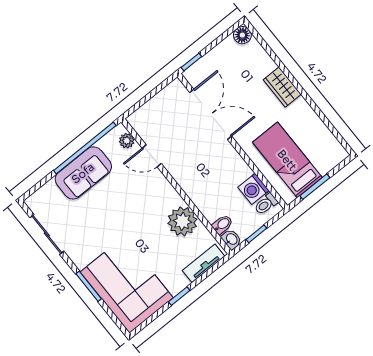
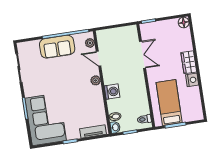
nightstand: (301, 109) -> (192, 80), added
double door: (211, 114) -> (143, 55), width x0.73
washing machine: (253, 189) -> (112, 92), moved, turned 180
plant: (182, 221) -> (96, 80), moved, width x0.53, depth x0.53

